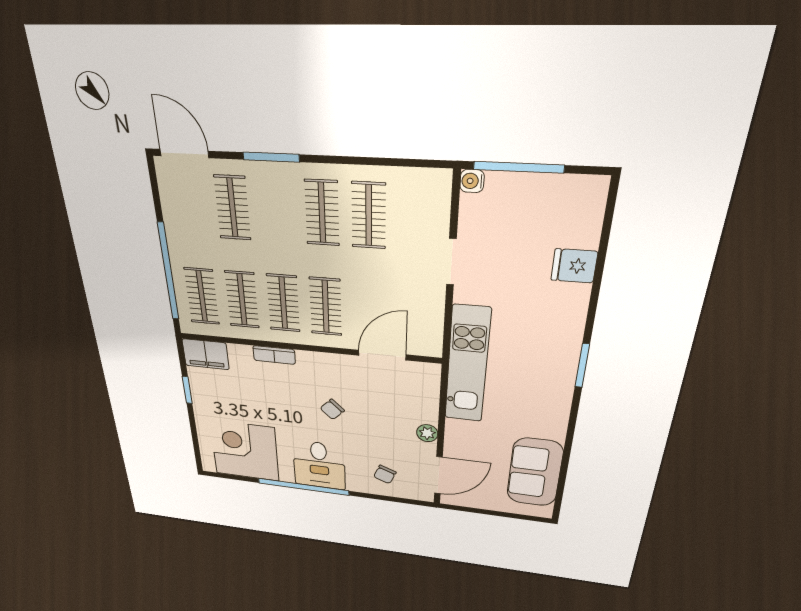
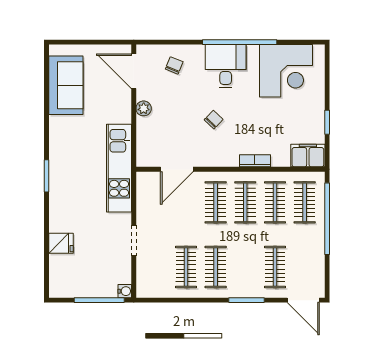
door: (438, 475) -> (134, 71), hinge flipped

